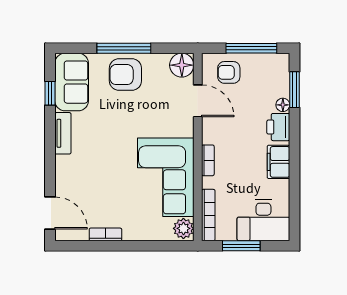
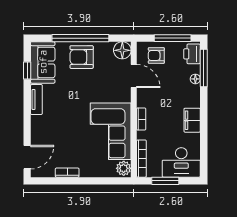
window: (124, 48) -> (80, 38), width x1.46
window: (295, 90) -> (204, 68), width x1.44
printer: (278, 127) -> (192, 54), moved
door: (50, 213) -> (27, 157), hinge flipped

